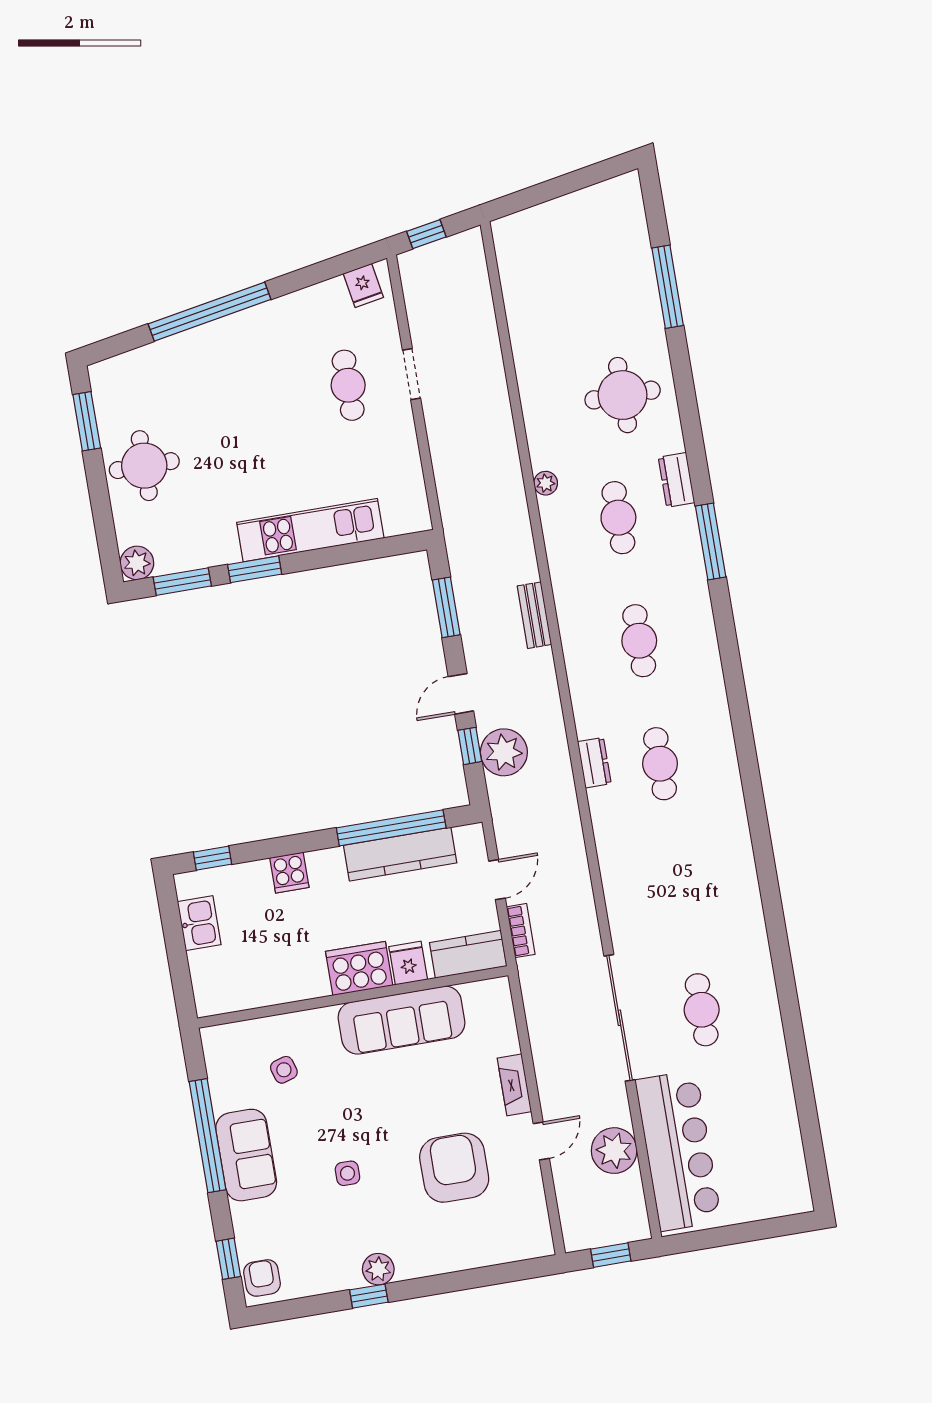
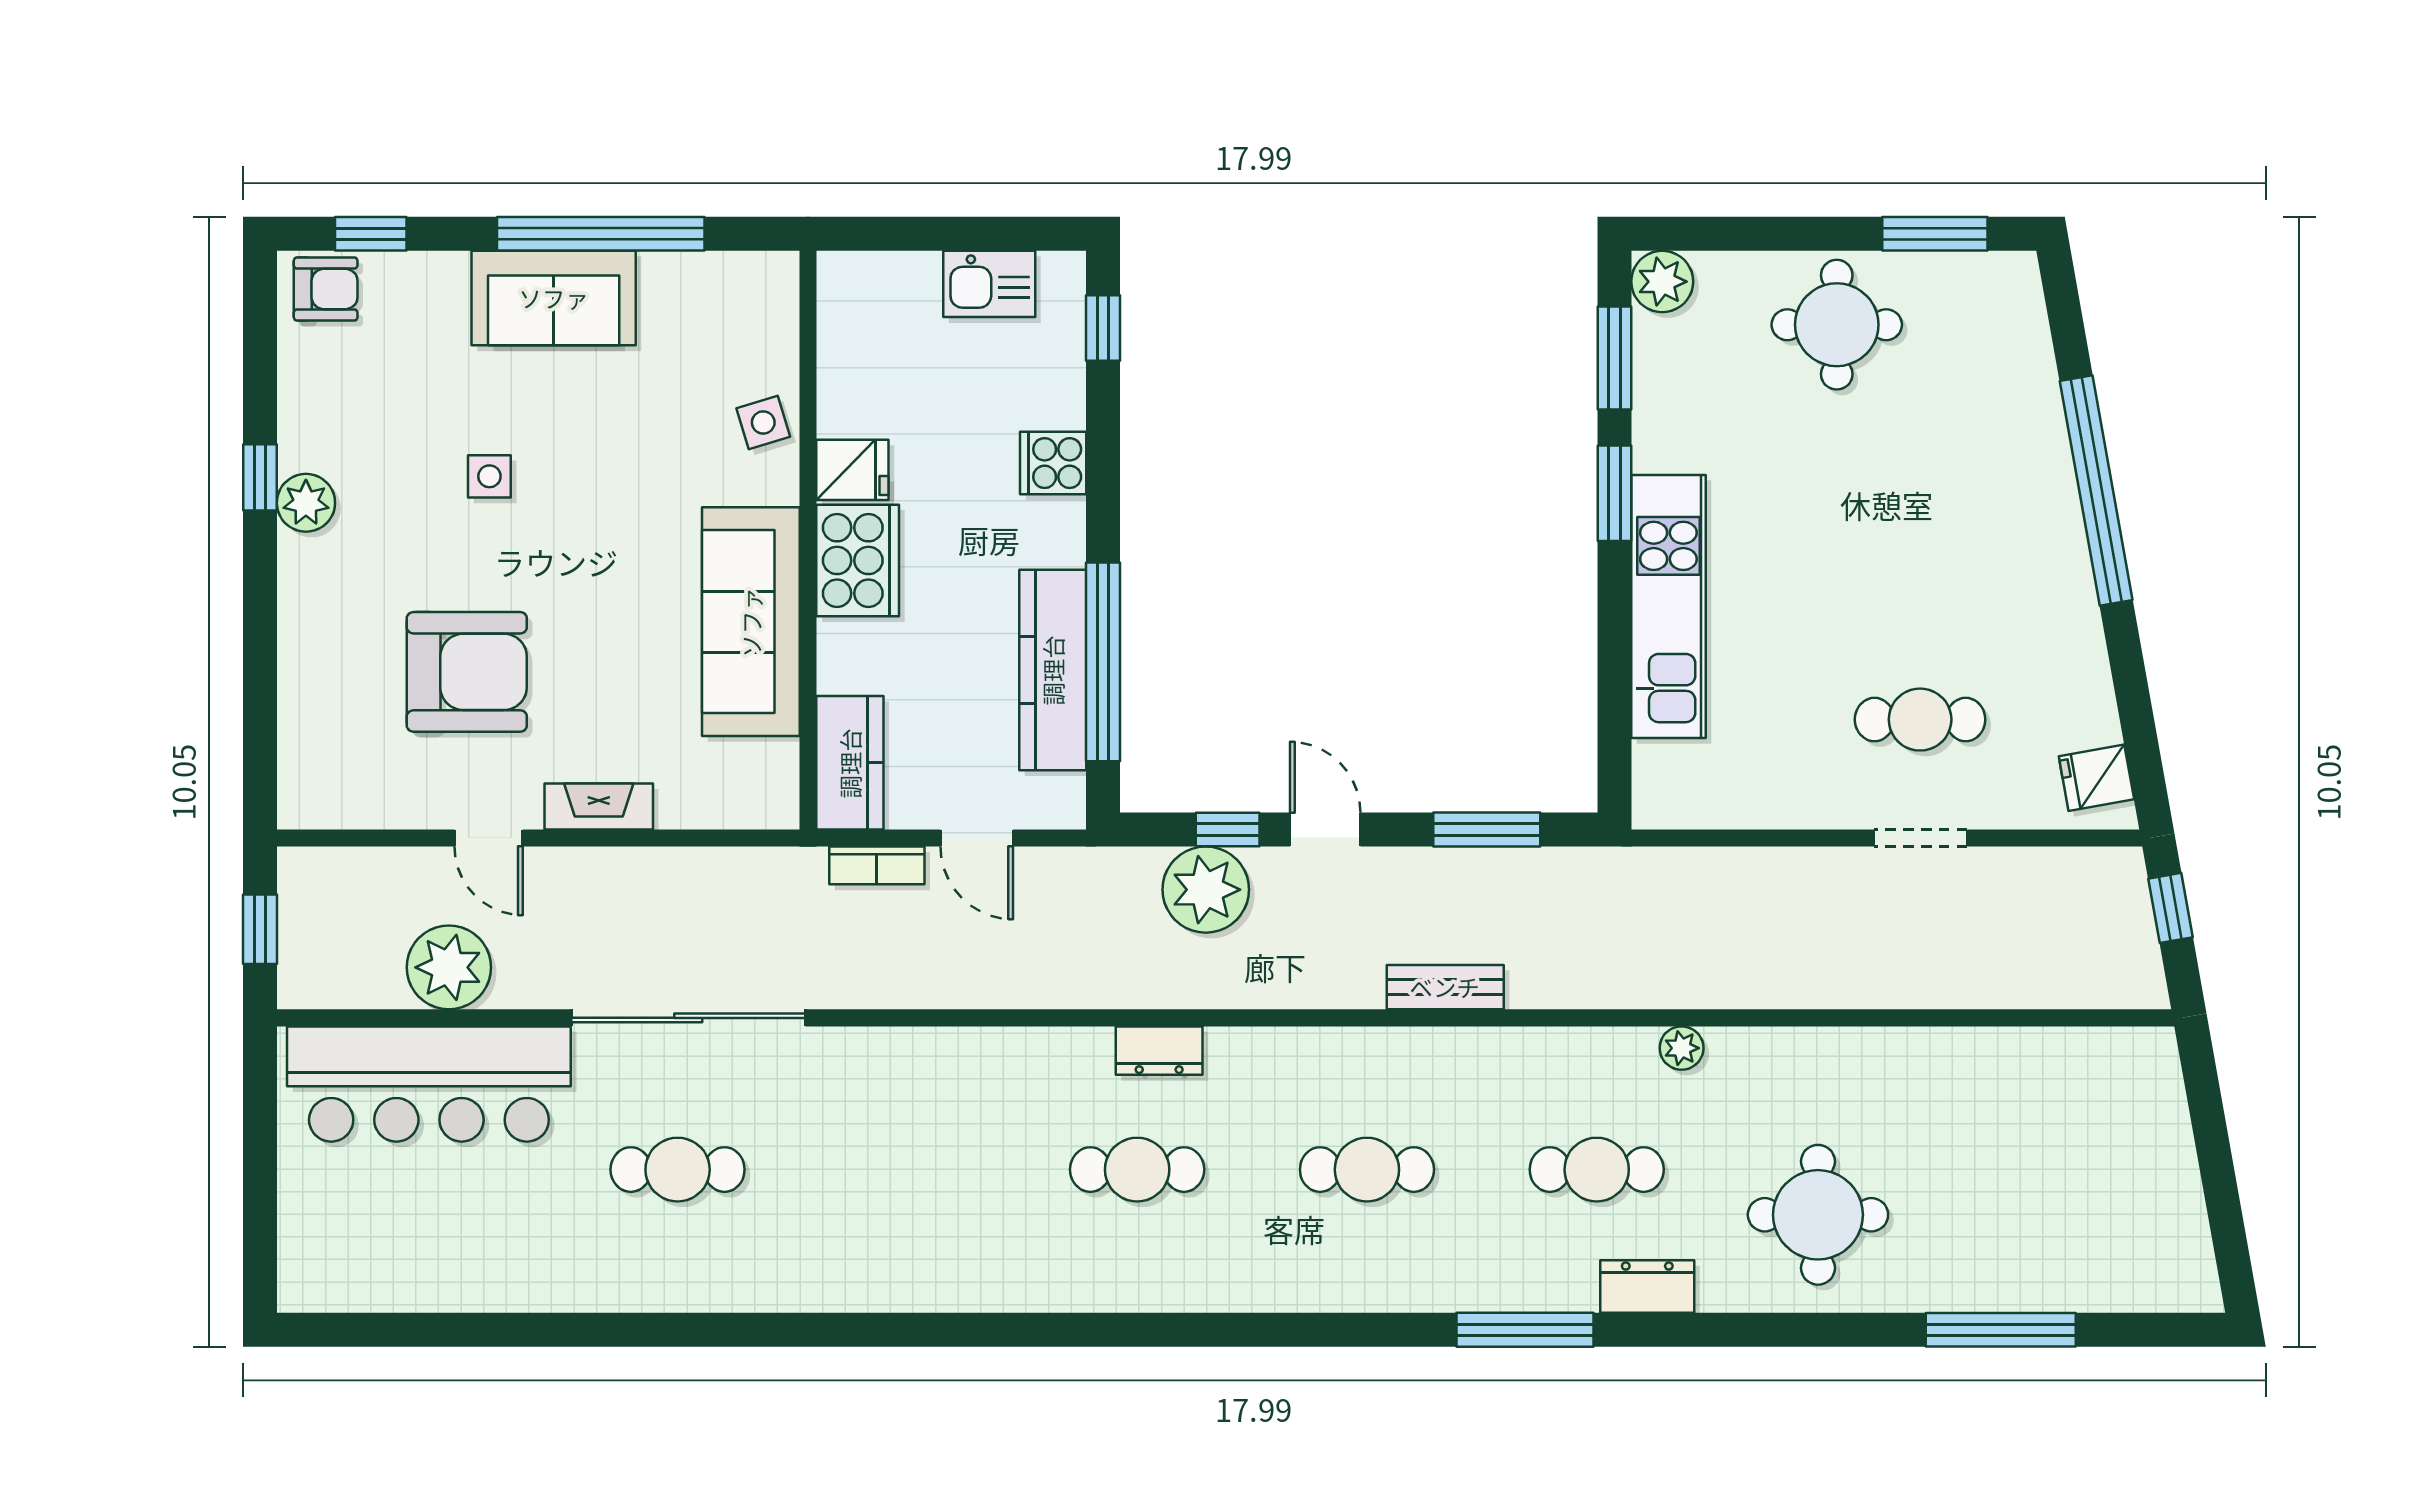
fridge: (408, 963) -> (852, 470), moved
side table: (284, 1070) -> (763, 422), moved

